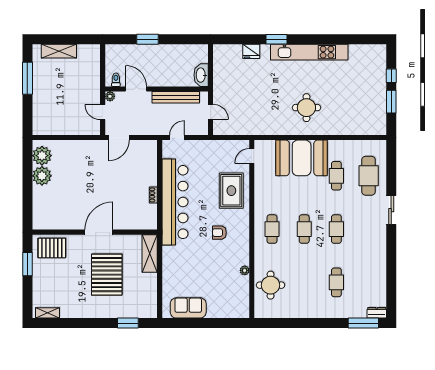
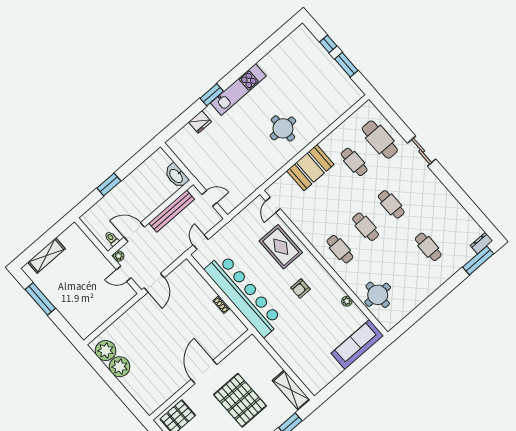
kitchen unit: (309, 52) -> (238, 89), width x0.73
booth: (302, 158) -> (310, 168), width x0.73, depth x0.70
shelving: (150, 253) -> (291, 390), moved
sofa: (188, 308) -> (357, 345), moved, width x1.36

